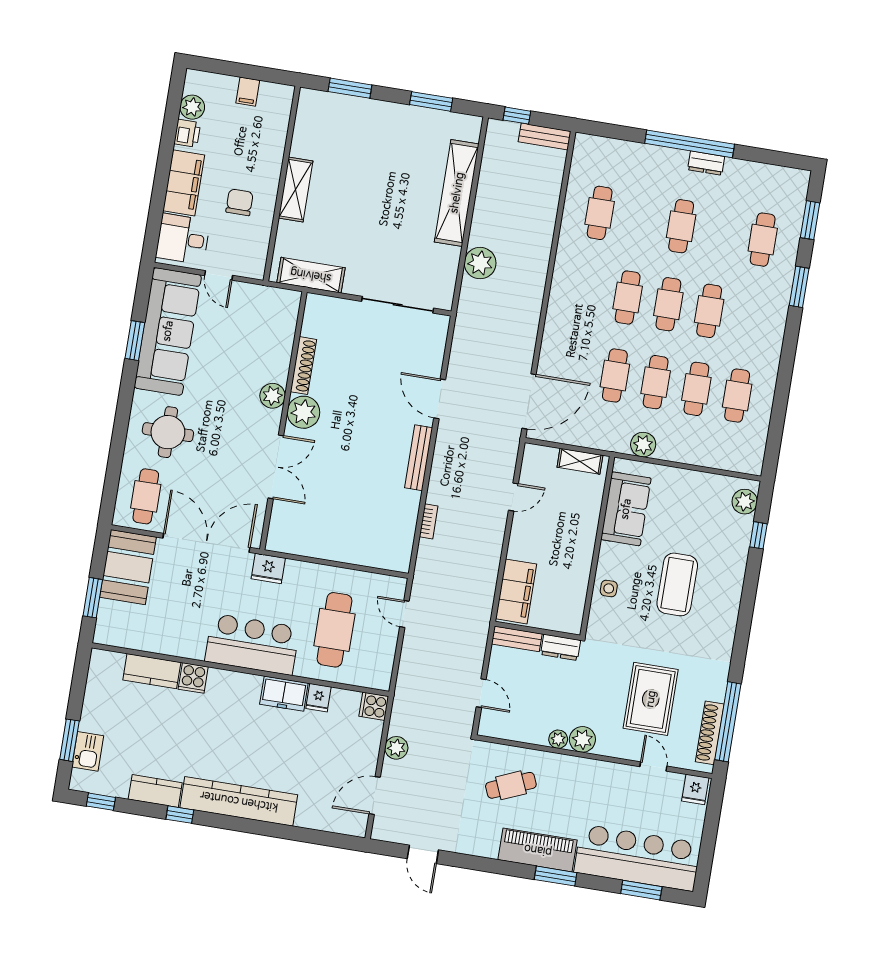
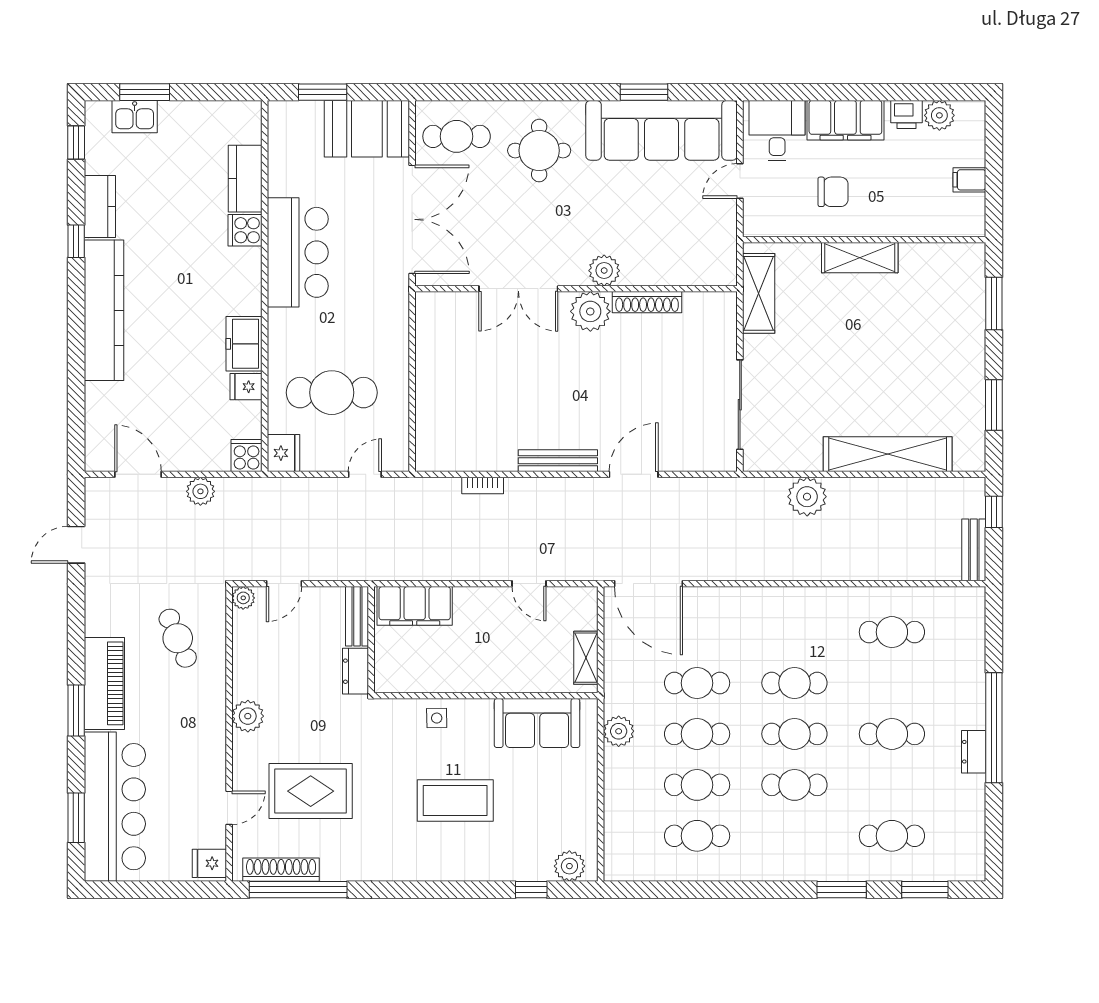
fridge: (268, 568) -> (283, 453), moved, turned 180
bar counter: (252, 644) -> (298, 252), moved
plant: (558, 739) -> (243, 598), moved

